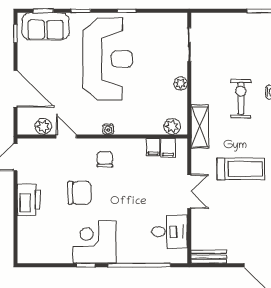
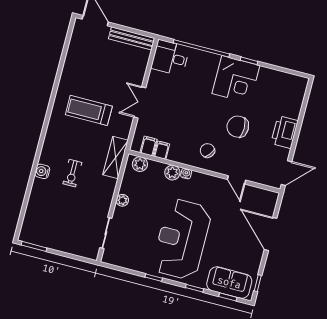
exercise bike: (241, 98) -> (72, 173), width x0.73, depth x0.72
plant: (43, 126) -> (172, 173), moved
water cooler: (108, 129) -> (186, 174), moved
chair: (105, 159) -> (207, 150), turned 127
desk: (169, 232) -> (170, 58), moved
bench: (209, 257) -> (132, 38), width x1.36

